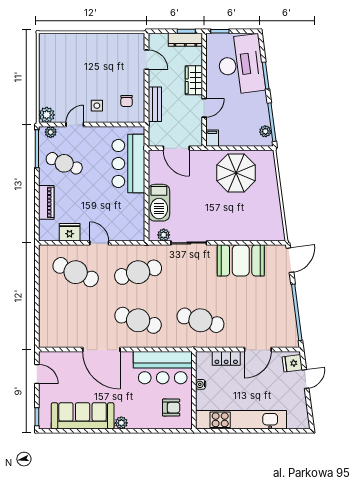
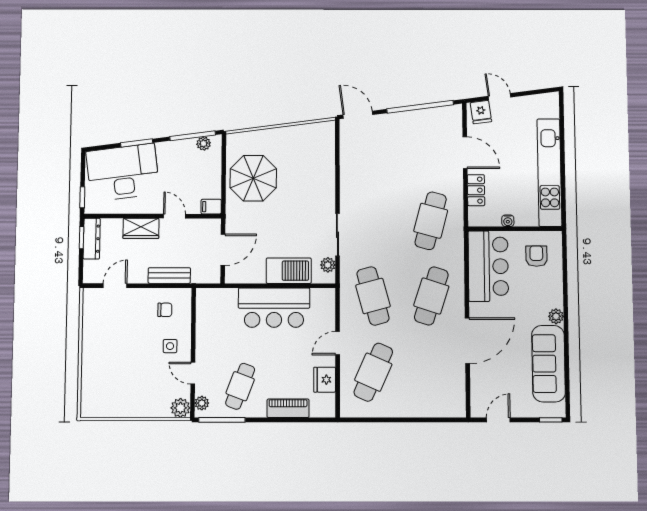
bar counter: (128, 164) -> (274, 308), moved
booth: (241, 260) -> (358, 173), removed

